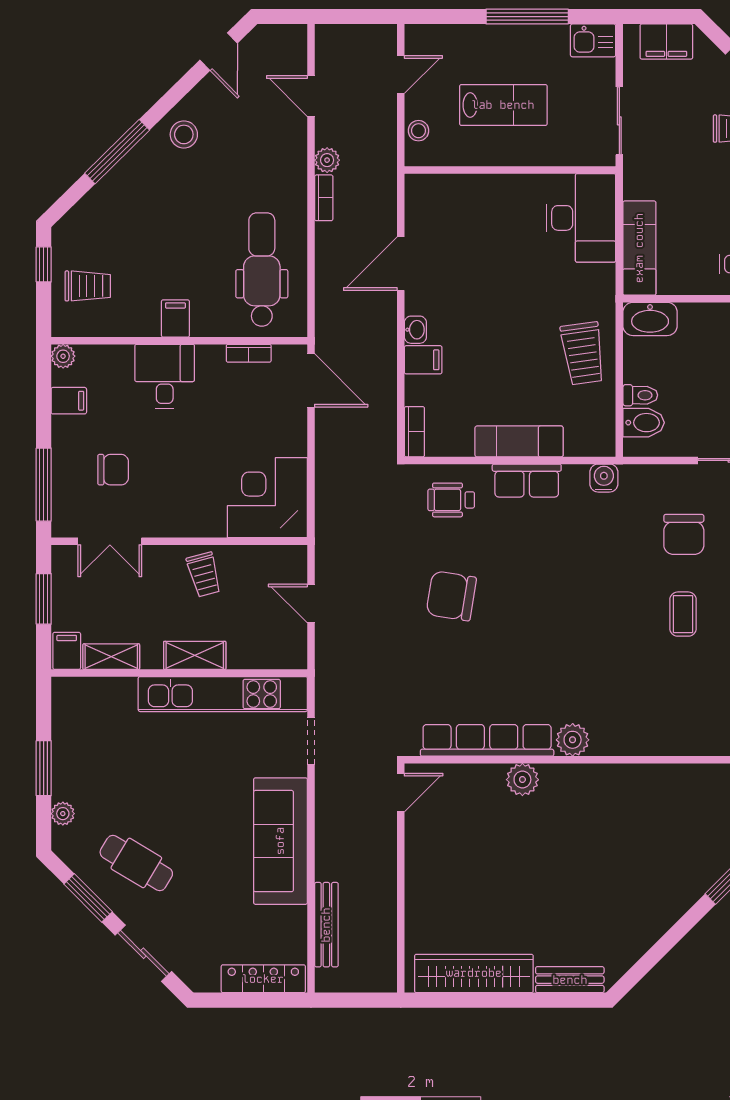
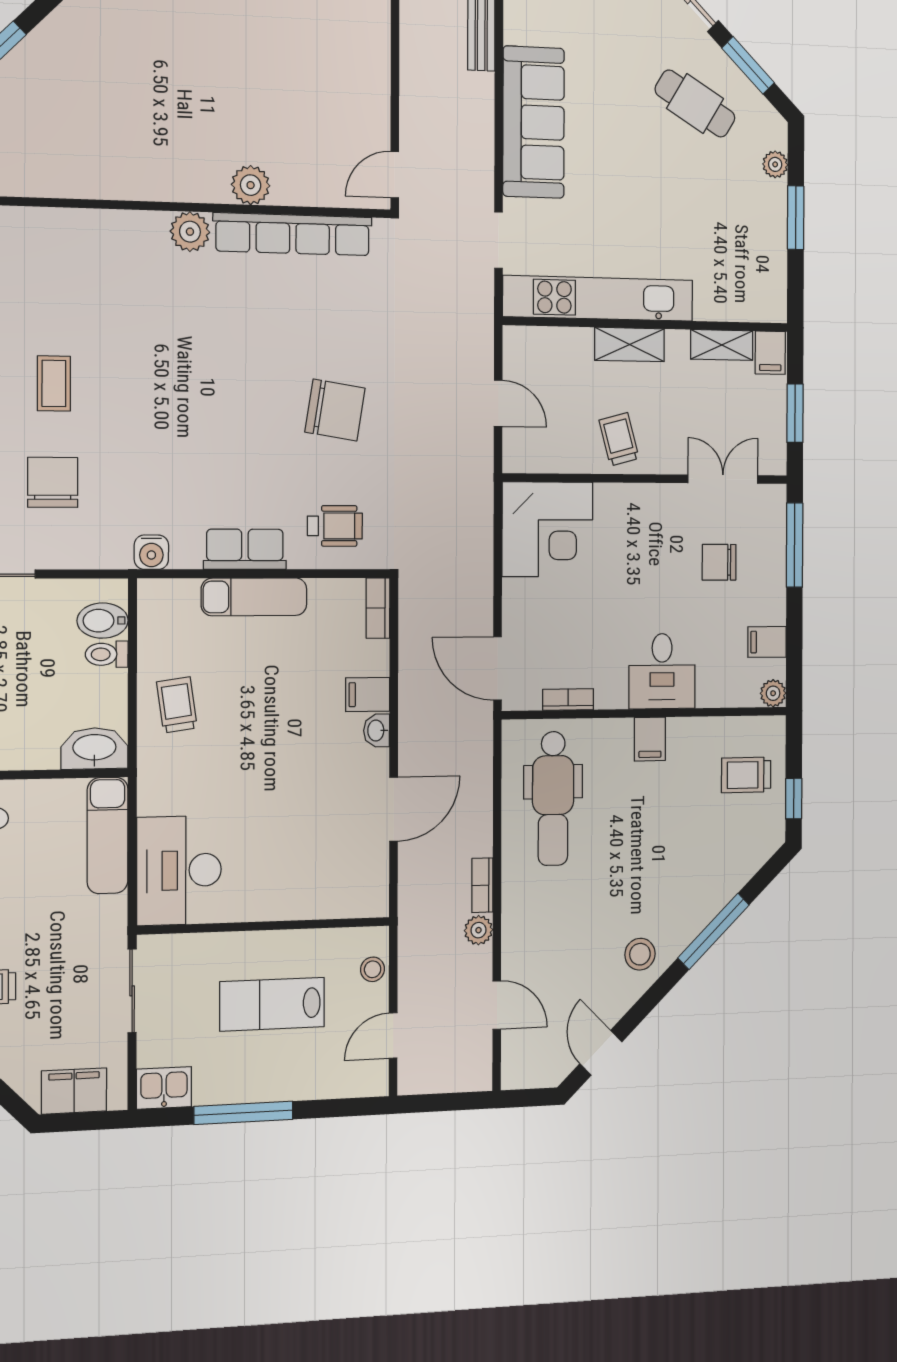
trolley: (583, 353) -> (177, 705), width x0.73, depth x0.72

